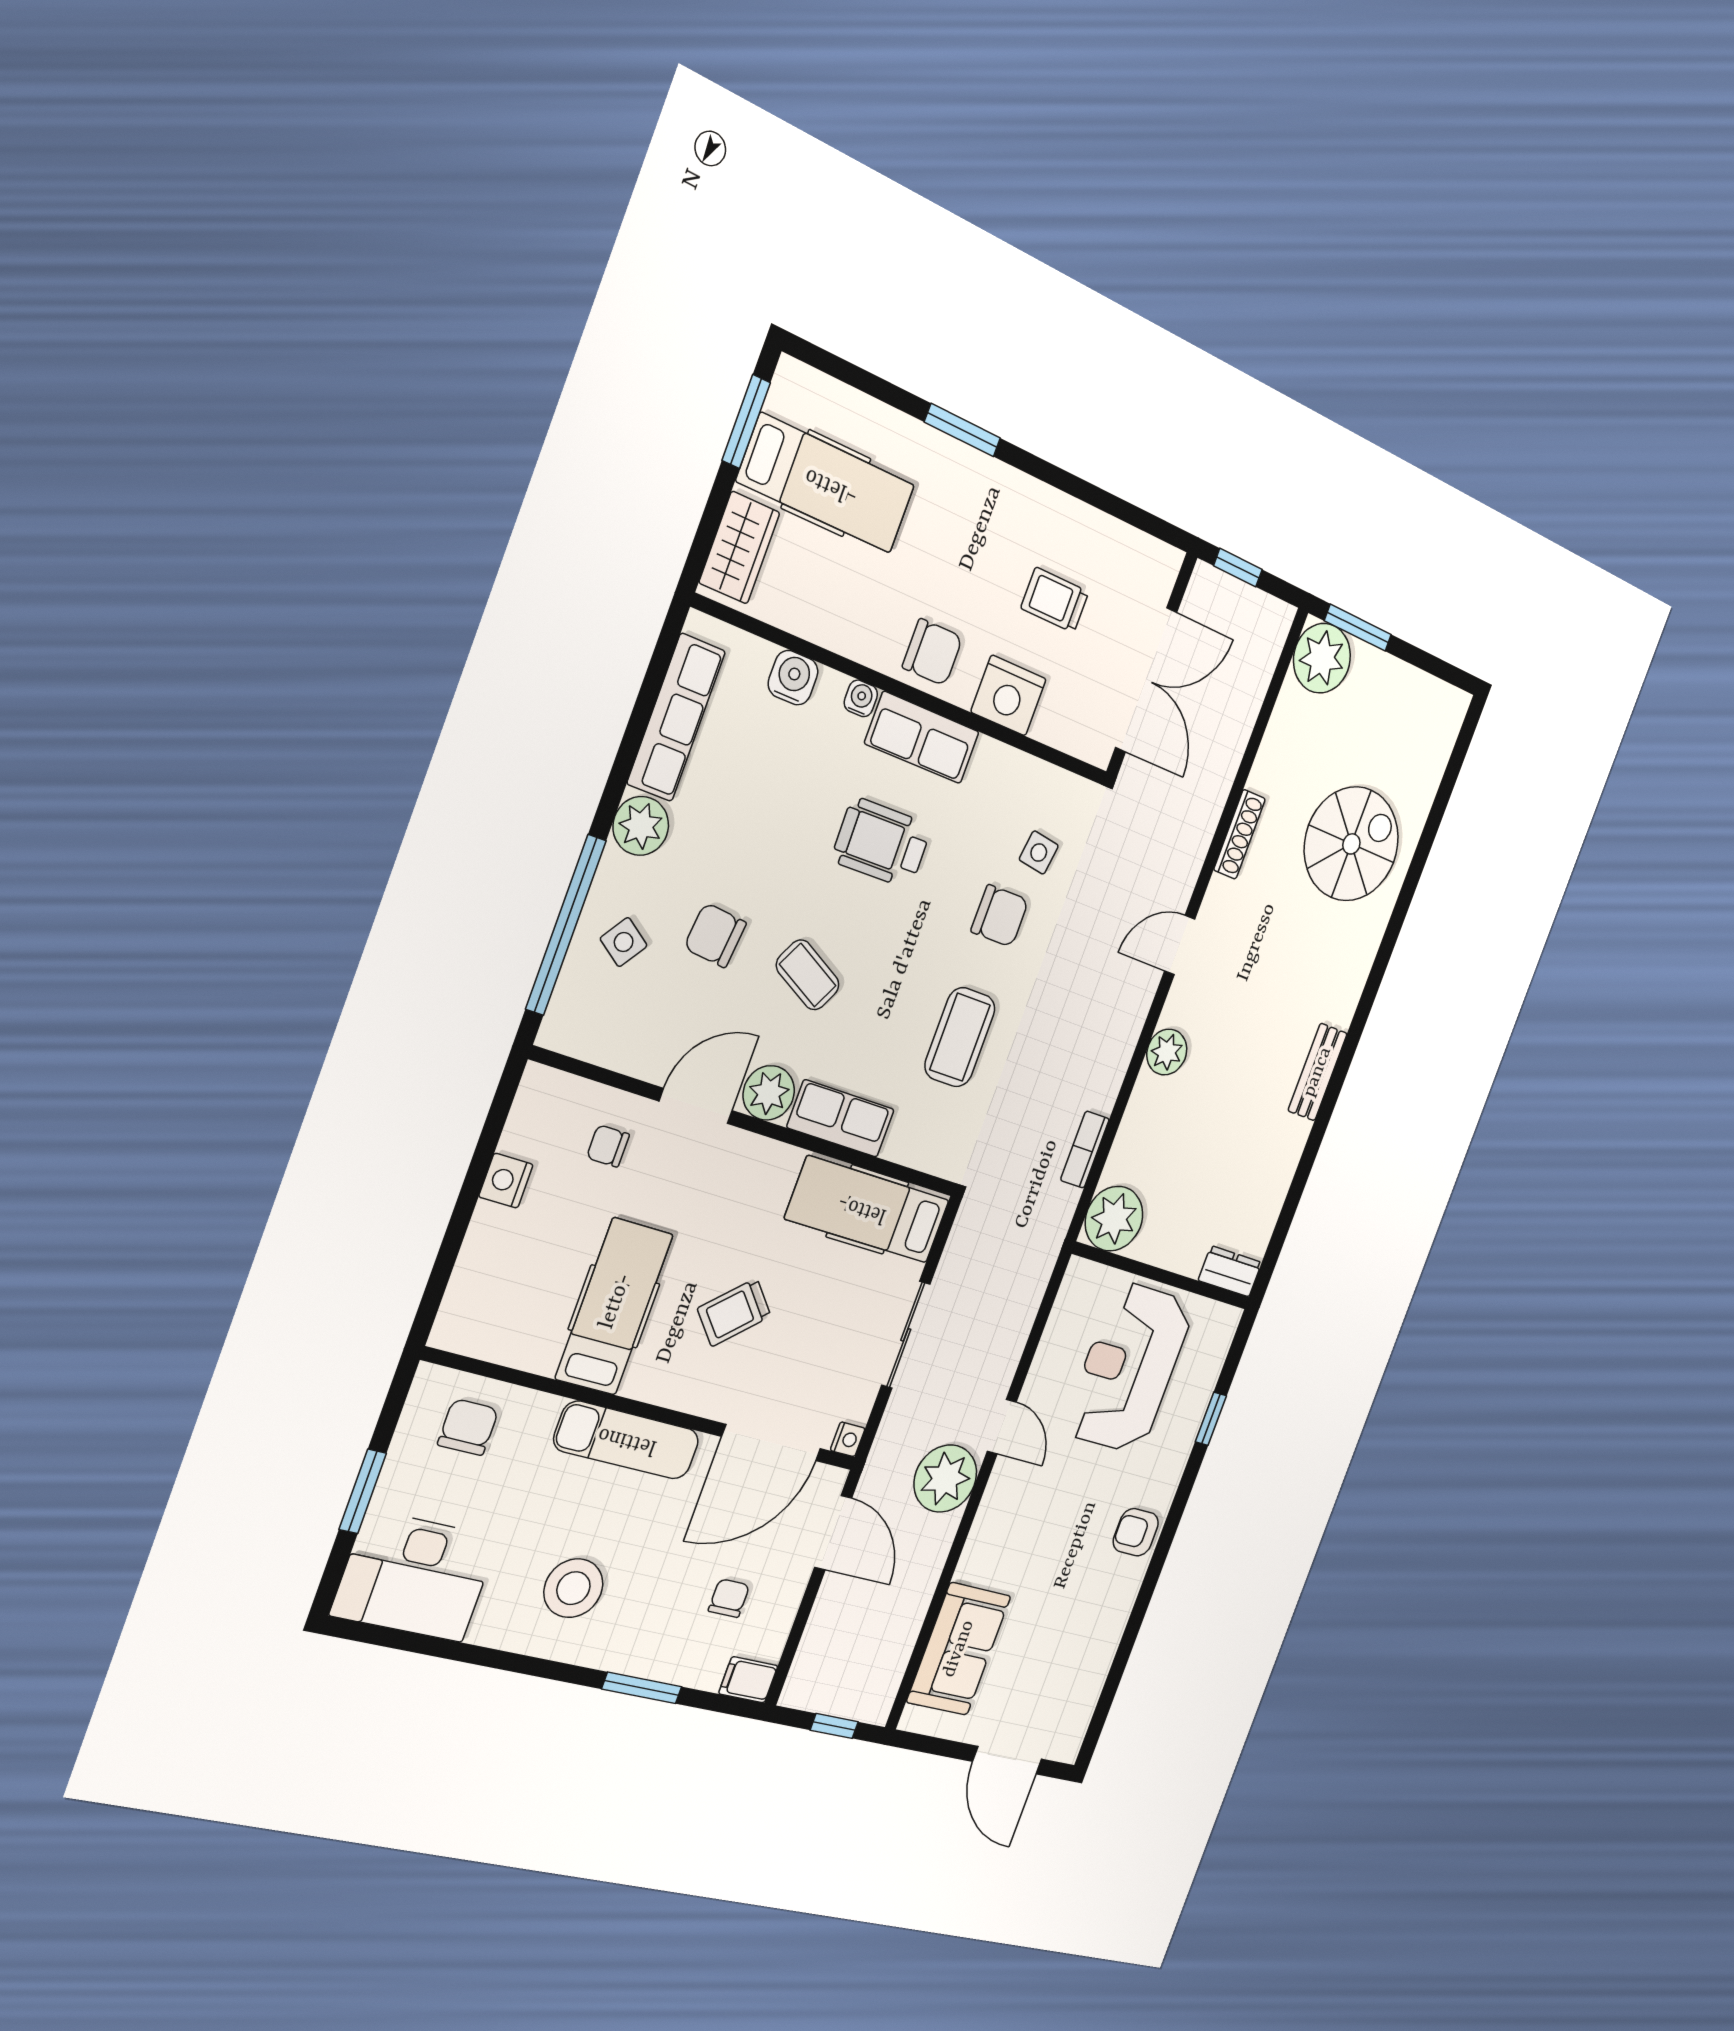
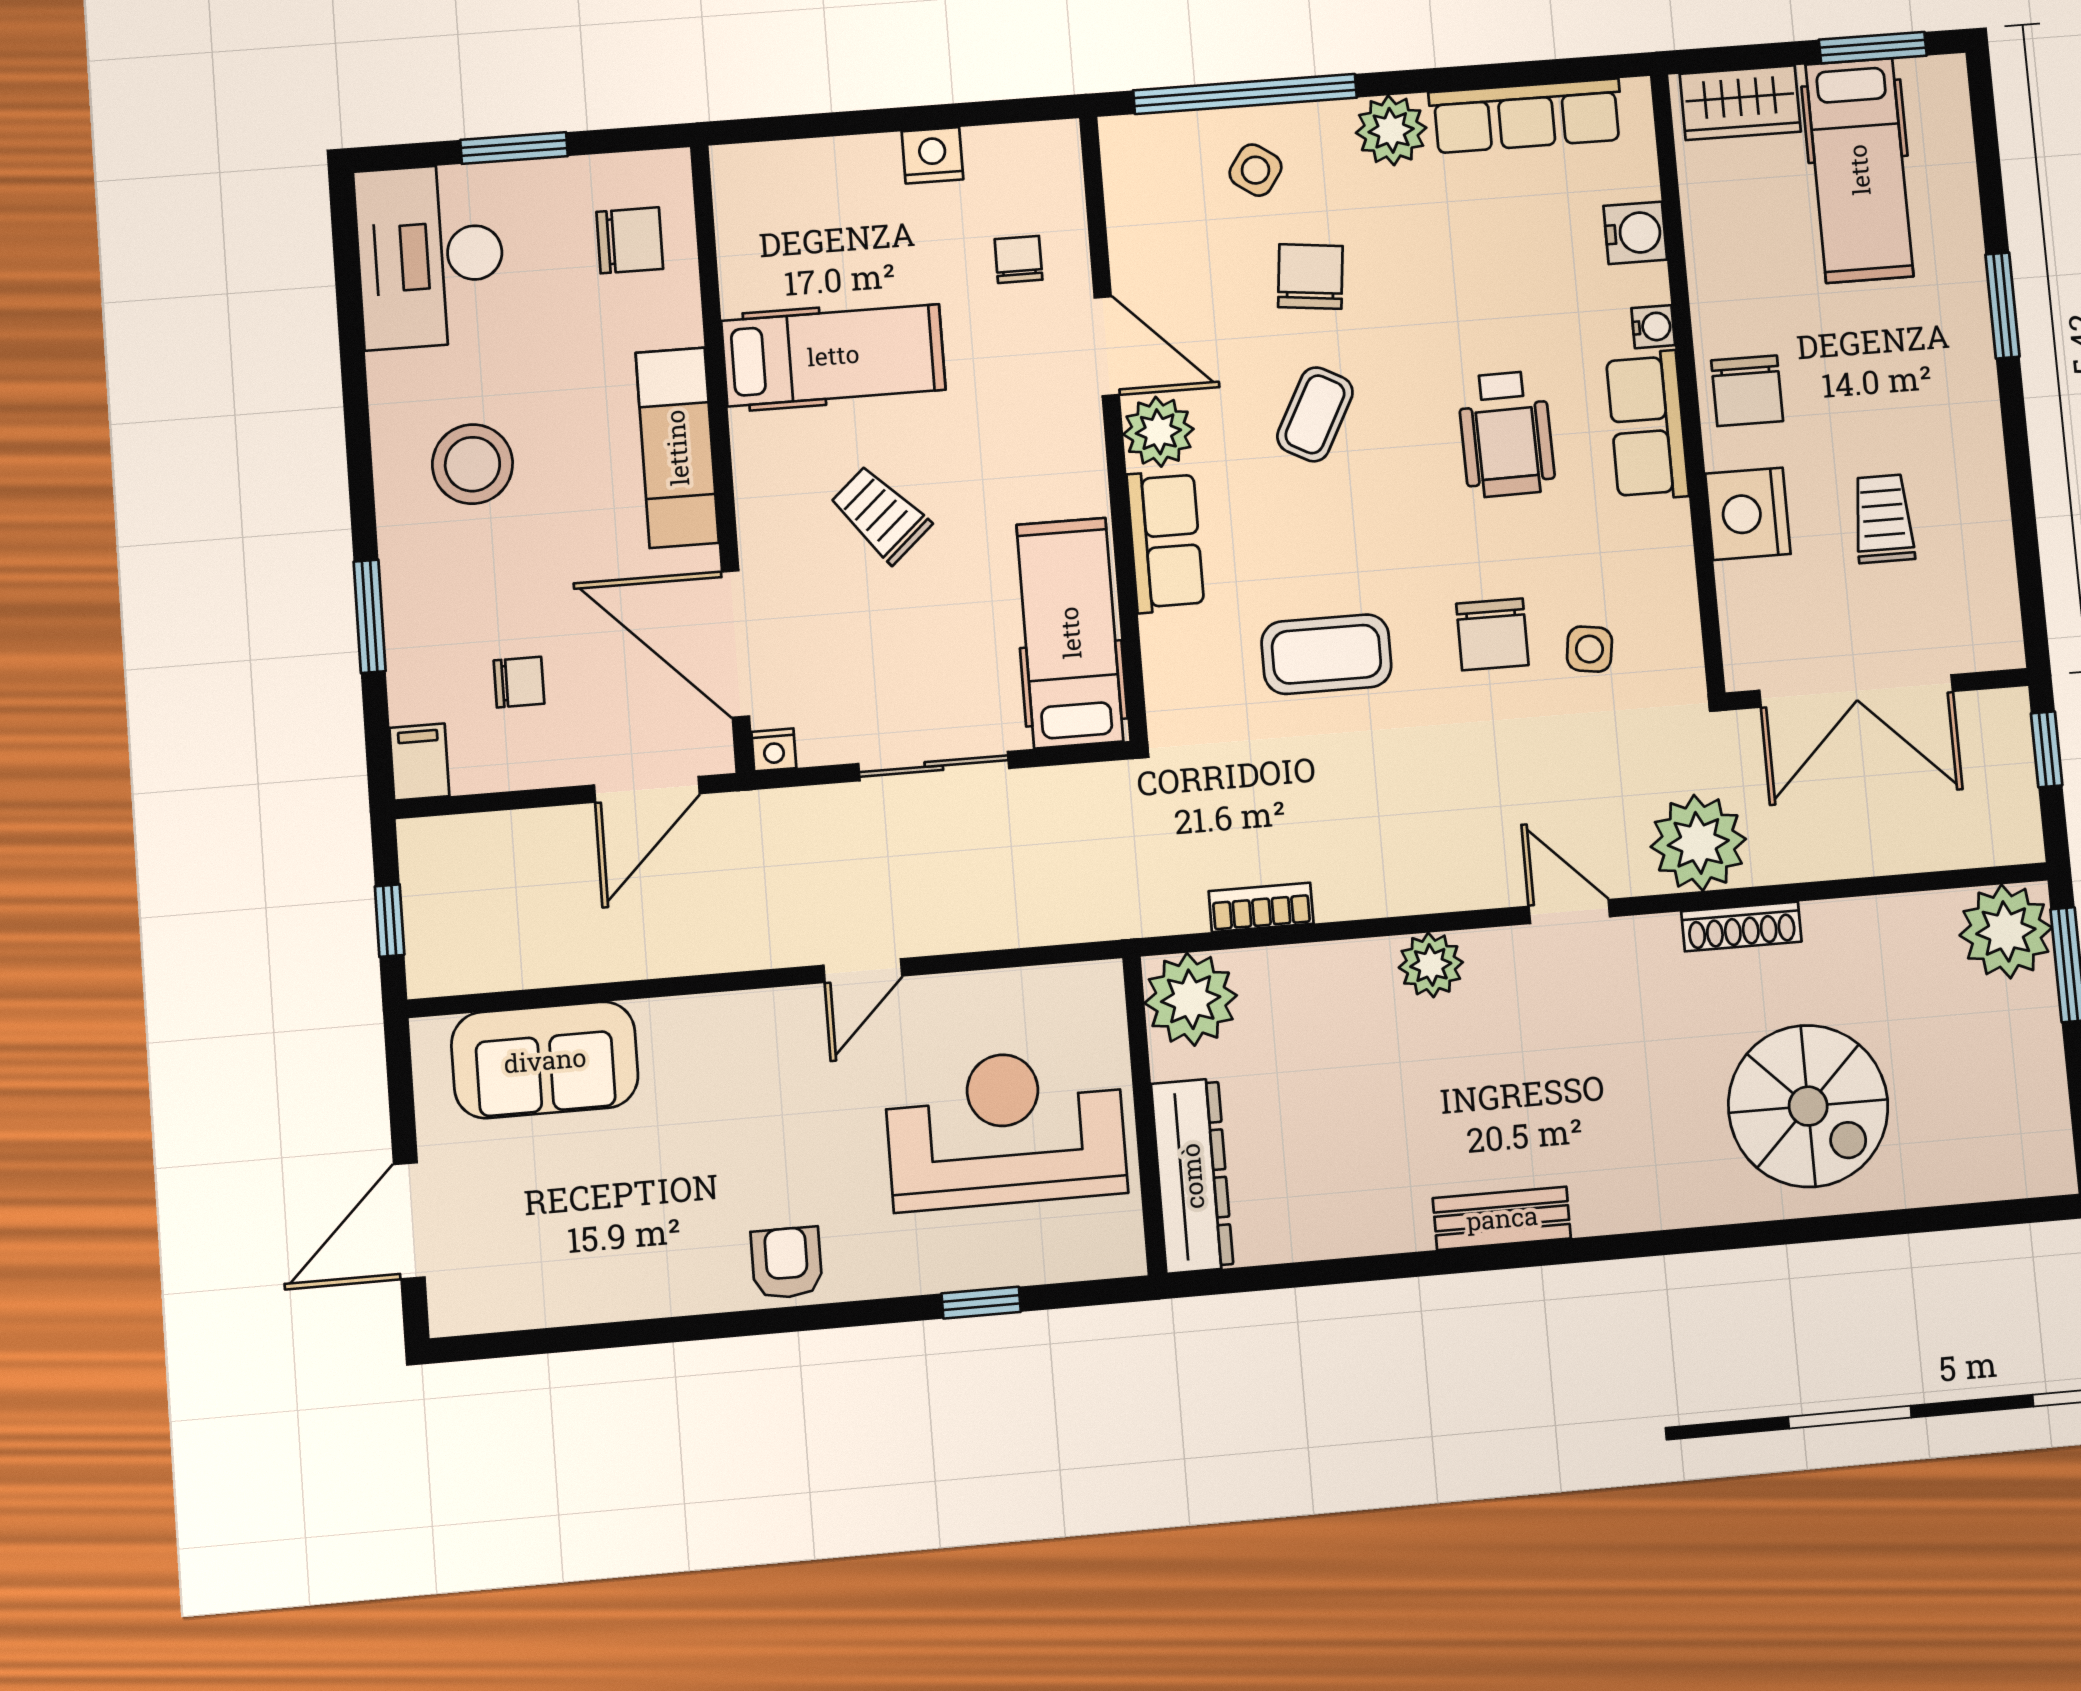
wheelchair: (882, 843) -> (1506, 434), turned 180
dresser: (1230, 1271) -> (1192, 1176), width x1.96, depth x1.24
plant: (945, 1479) -> (1698, 843), moved

